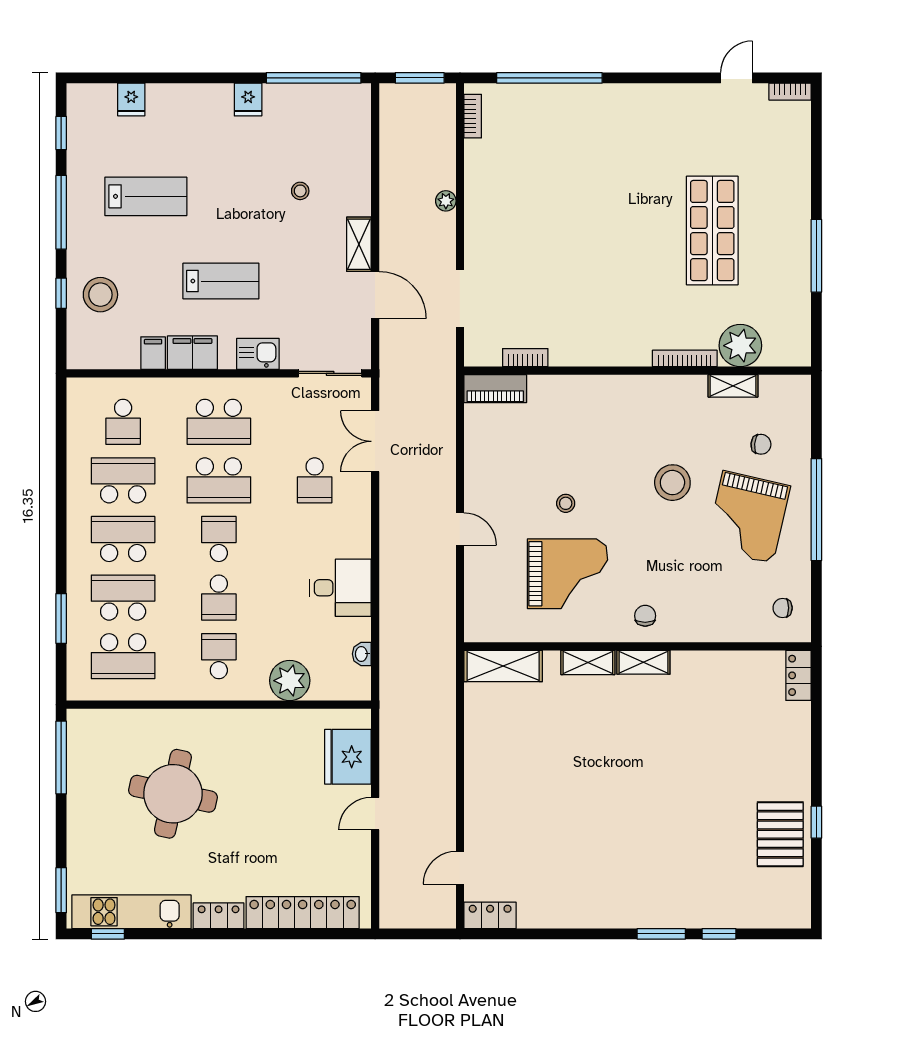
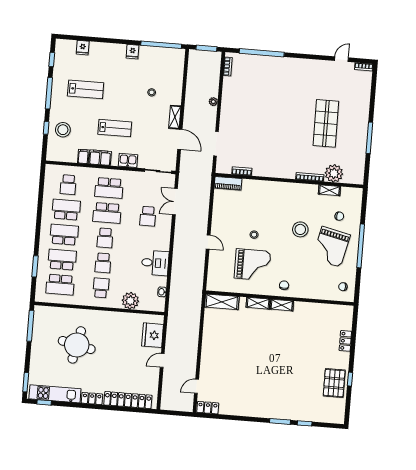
school desk: (219, 539) -> (105, 238), turned 180
locker: (798, 675) -> (345, 341), moved

